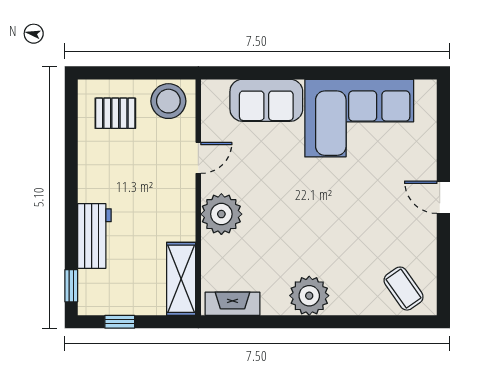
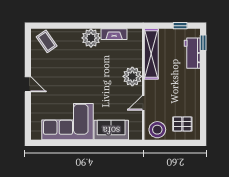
workbench: (94, 236) -> (192, 53), moved
shelving: (181, 279) -> (151, 54), width x1.47
fireplace: (233, 304) -> (114, 34), moved

